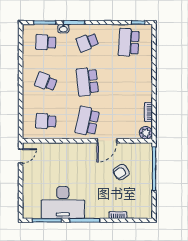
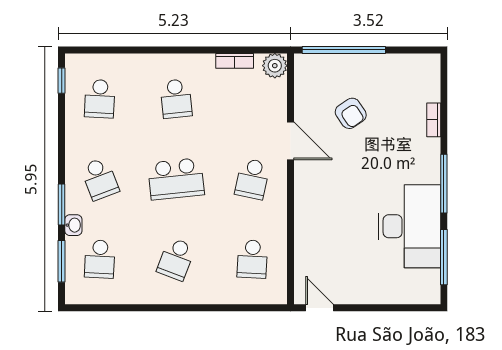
school desk: (129, 42) -> (100, 99), width x0.54
school desk: (129, 82) -> (176, 99), added
school desk: (87, 121) -> (252, 179), width x0.54

